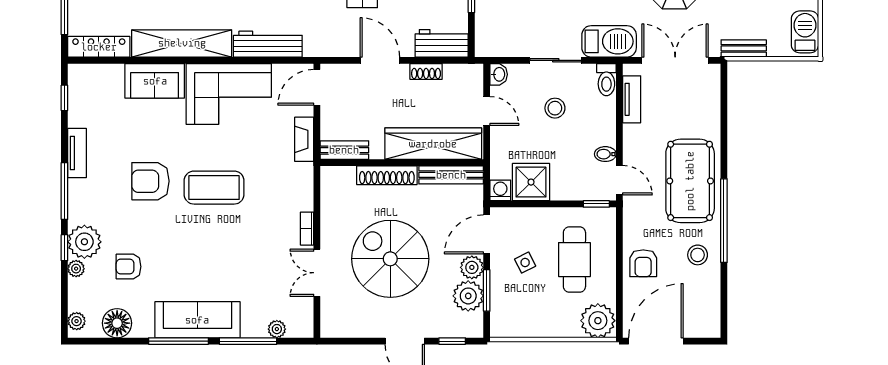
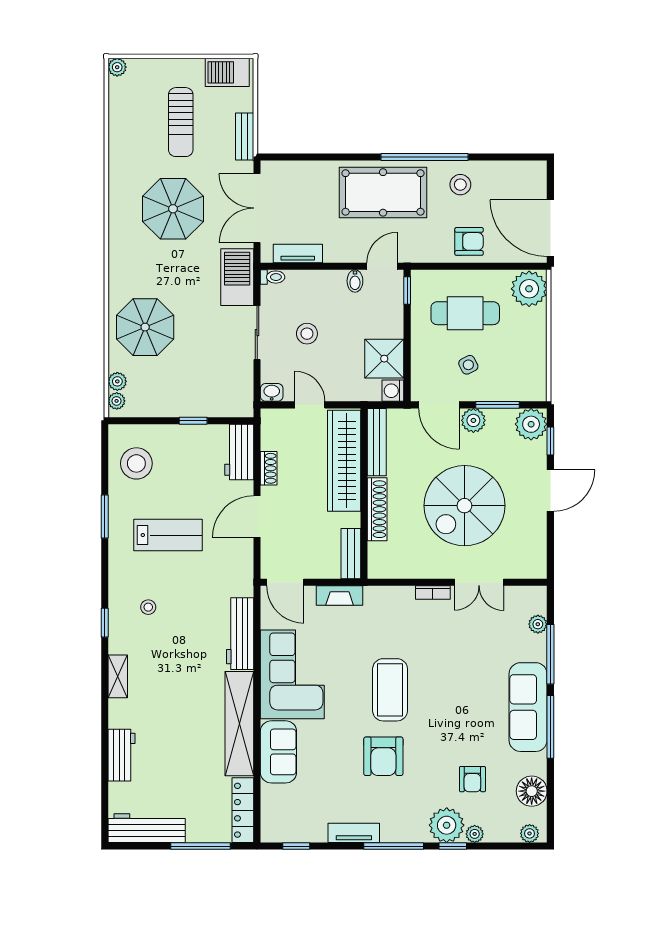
toilet: (606, 80) -> (273, 277), width x0.73, depth x0.72
door: (487, 111) -> (310, 405), hinge flipped
plant: (468, 296) -> (531, 424), moved

